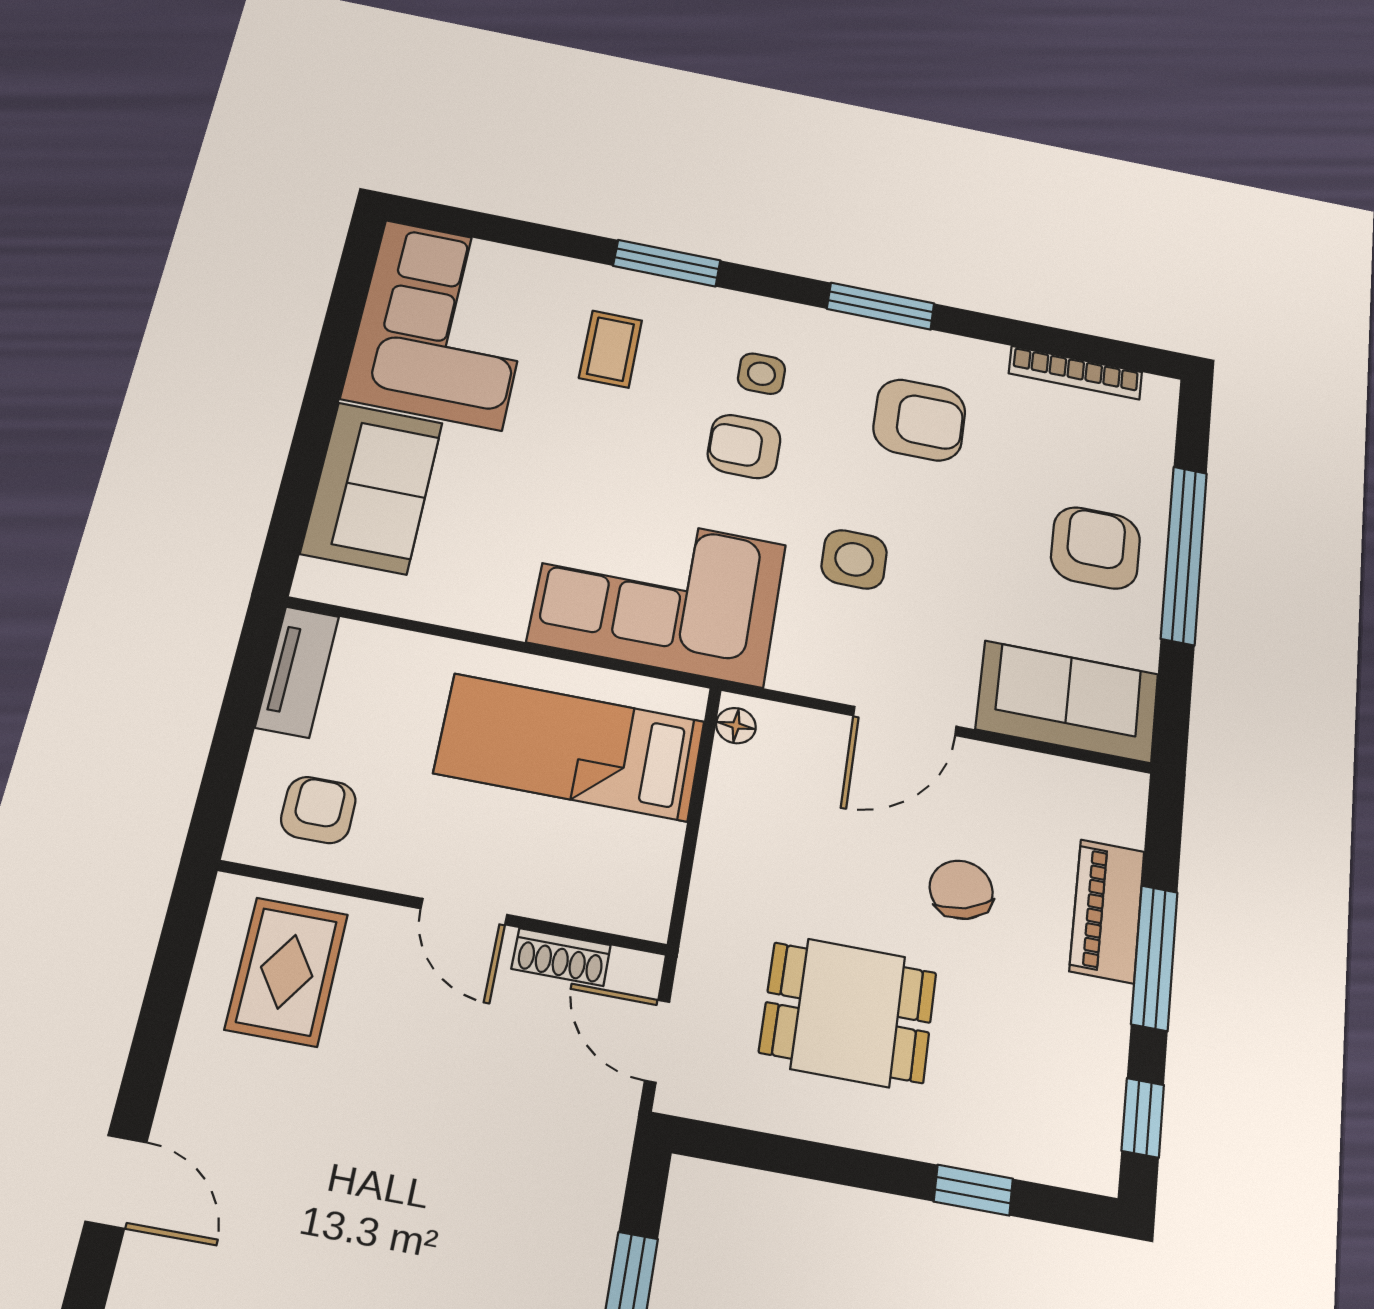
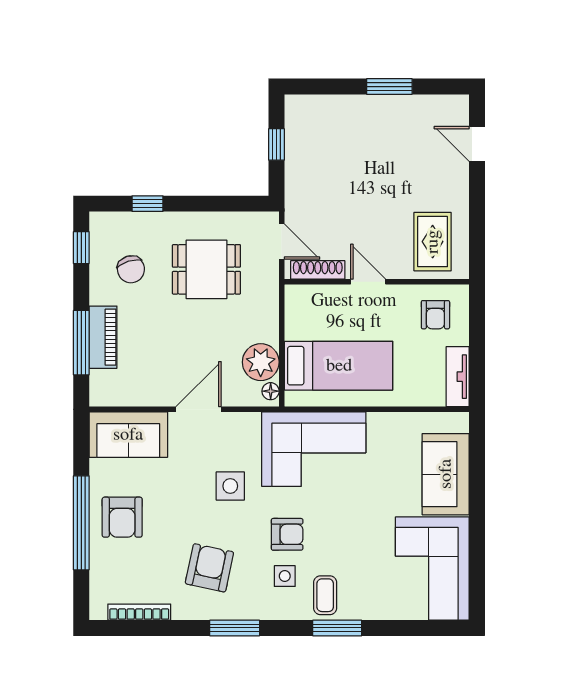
coffee table: (610, 349) -> (325, 595), moved
armchair: (919, 420) -> (209, 568), turned 102
plant: (749, 789) -> (261, 362), added
chair: (961, 890) -> (131, 269), moved
shoe rack: (561, 957) -> (318, 270), width x1.43
window: (1154, 958) -> (81, 343), moved

